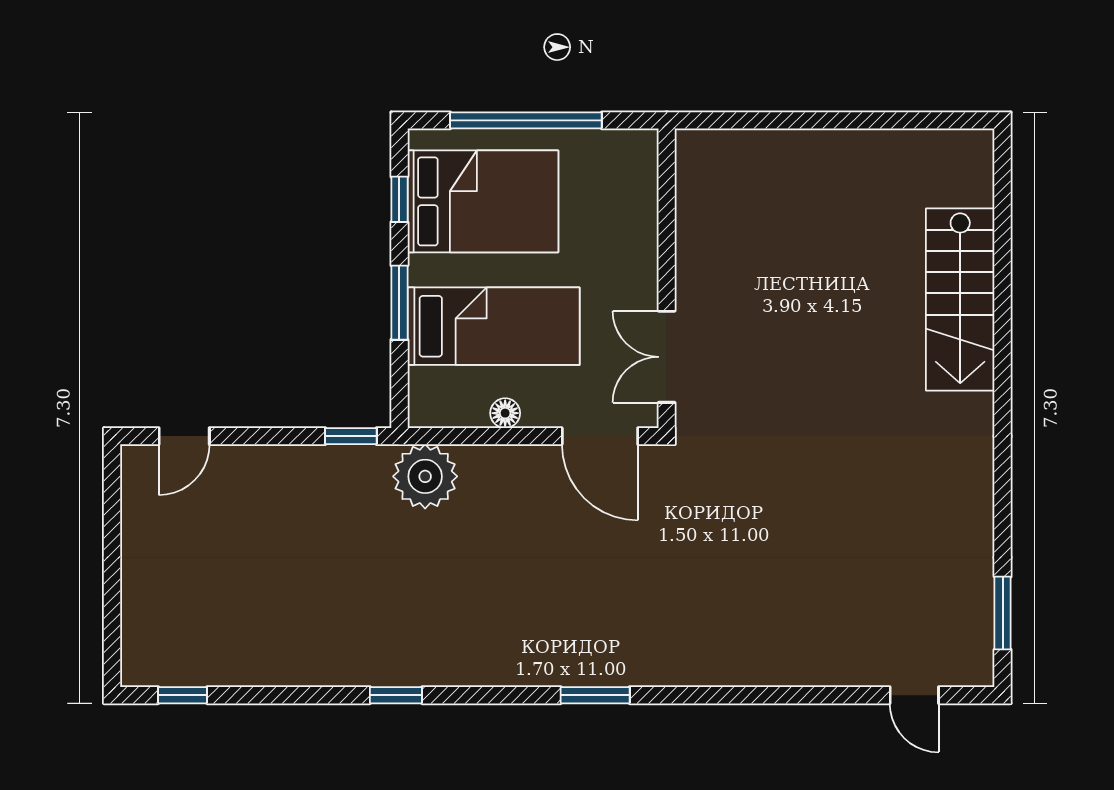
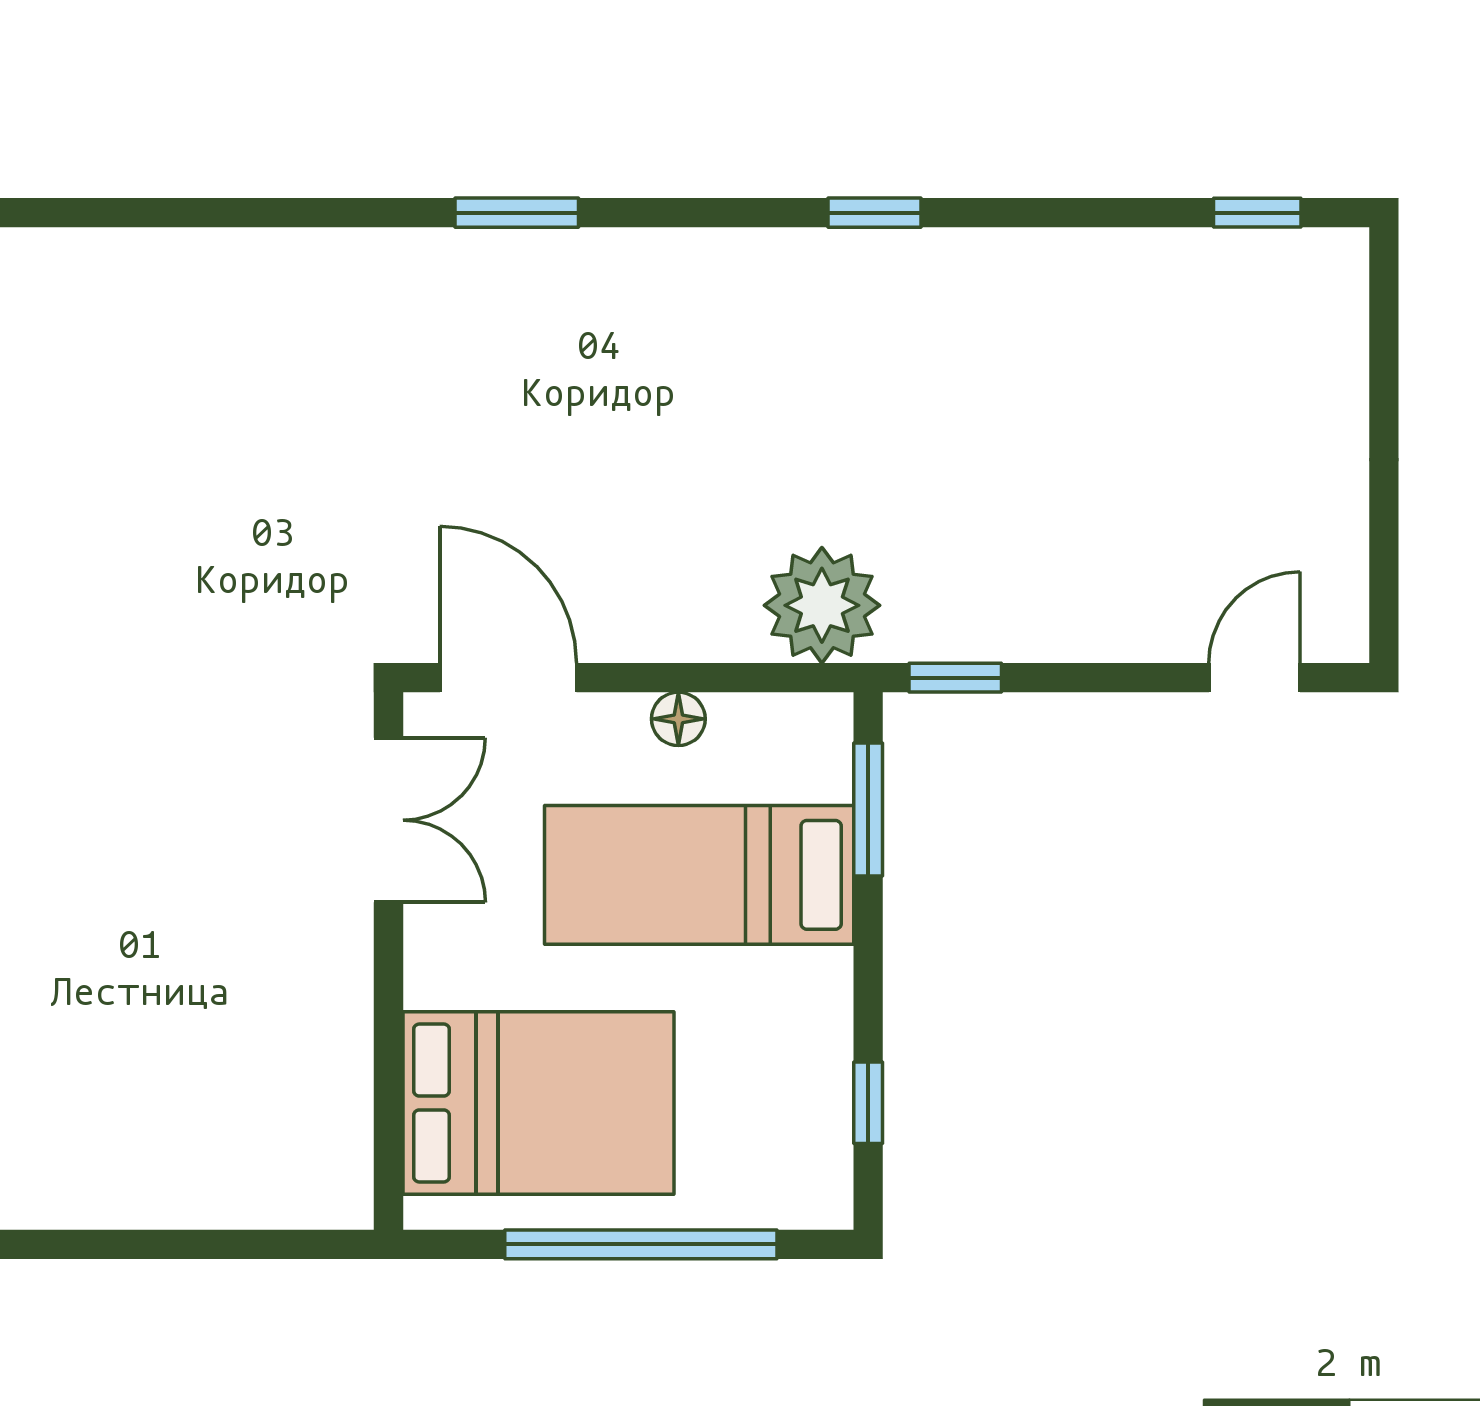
bed: (483, 201) -> (538, 1103), moved, turned 180
window: (399, 303) -> (868, 810), moved

